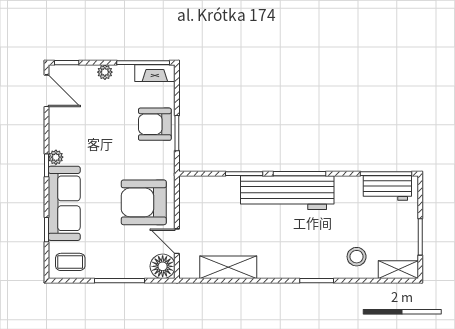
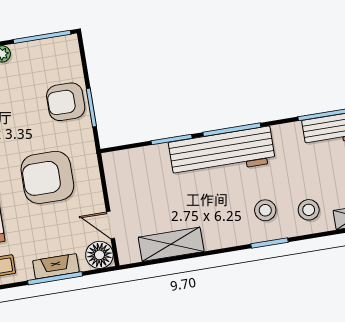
fireplace: (155, 73) -> (56, 266), moved, turned 180
armchair: (144, 202) -> (47, 177), moved
stool: (318, 251) -> (265, 210), added

